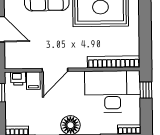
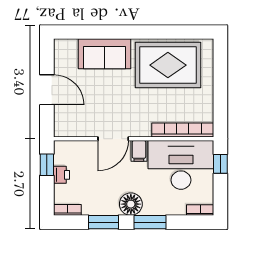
printer: (18, 78) -> (61, 175), moved, turned -90
filing cabinet: (33, 81) -> (139, 151), moved

